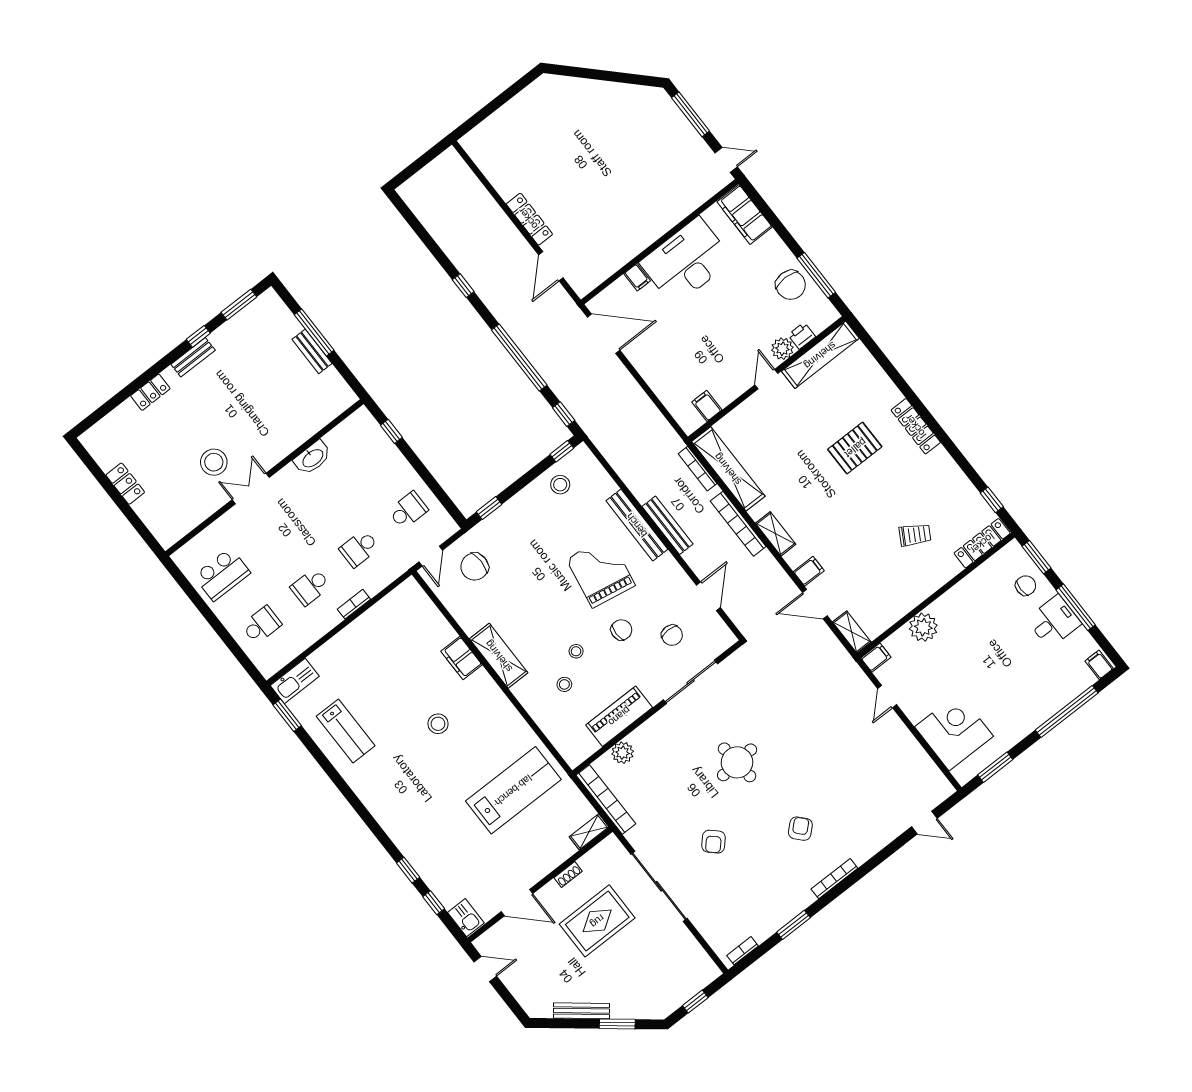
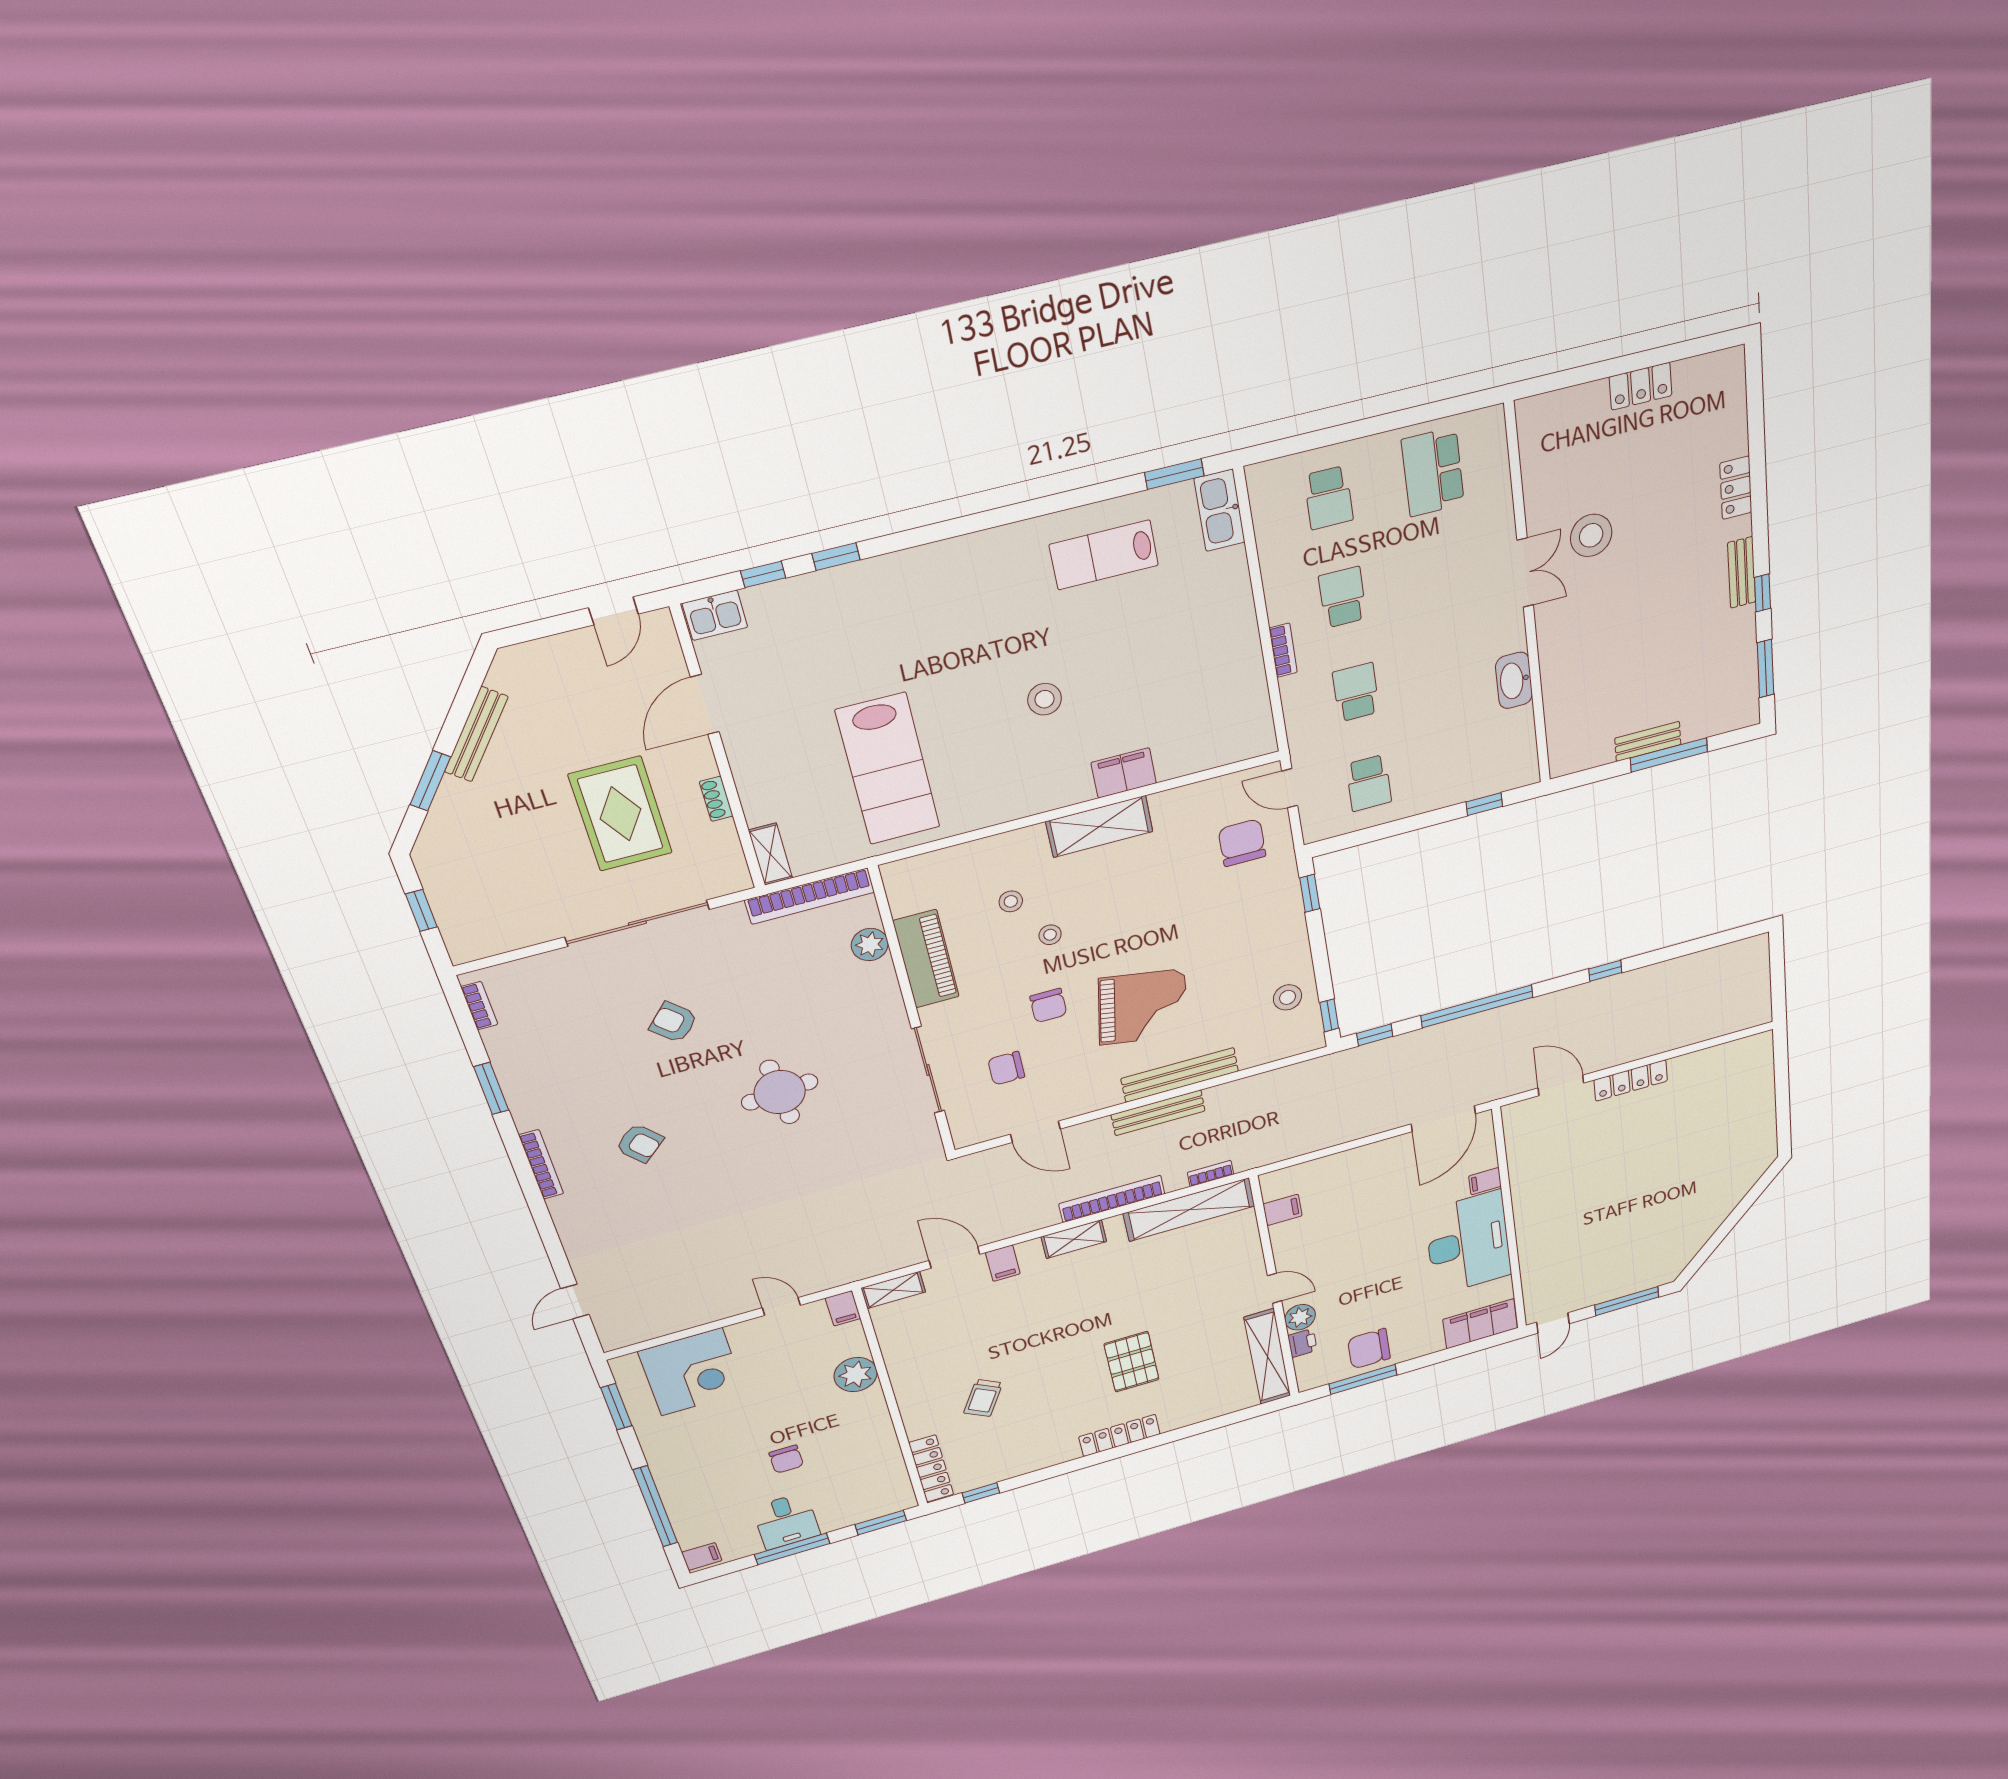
bookcase: (698, 469) -> (1210, 1173), width x0.64
chair: (1026, 586) -> (786, 1459), moved
door: (815, 604) -> (955, 1257), hinge flipped

